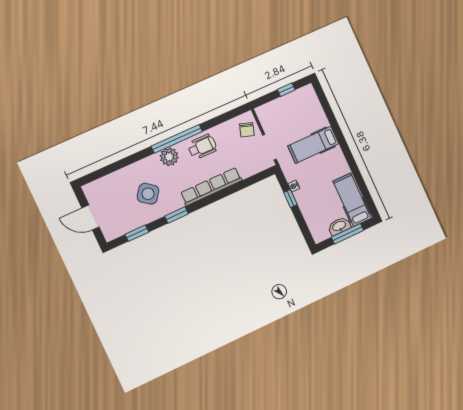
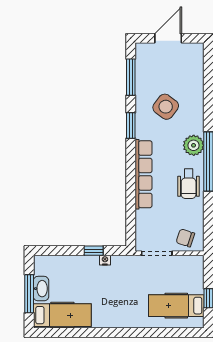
hospital bed: (313, 145) -> (176, 306), moved, turned -90
window: (137, 233) -> (131, 77), width x1.44

